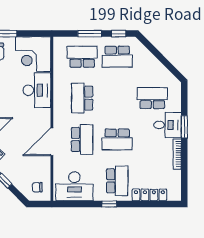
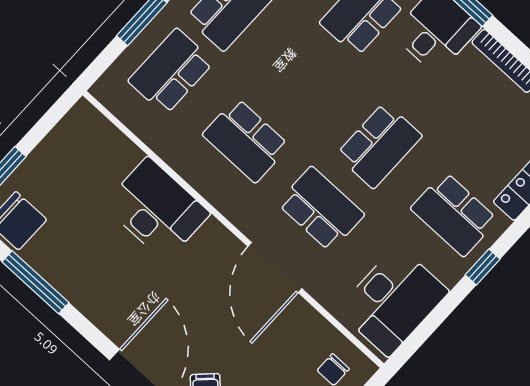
corner desk: (33, 54) -> (85, 156), removed
school desk: (117, 181) -> (454, 214), turned 180

